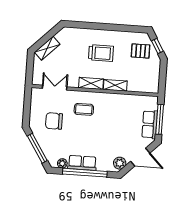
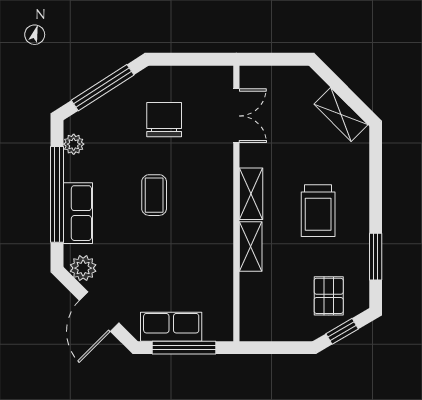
window: (124, 28) -> (376, 257), added
shelving: (47, 48) -> (341, 114), moved
coffee table: (84, 109) -> (154, 195), moved
row of seats: (82, 163) -> (78, 213), moved

